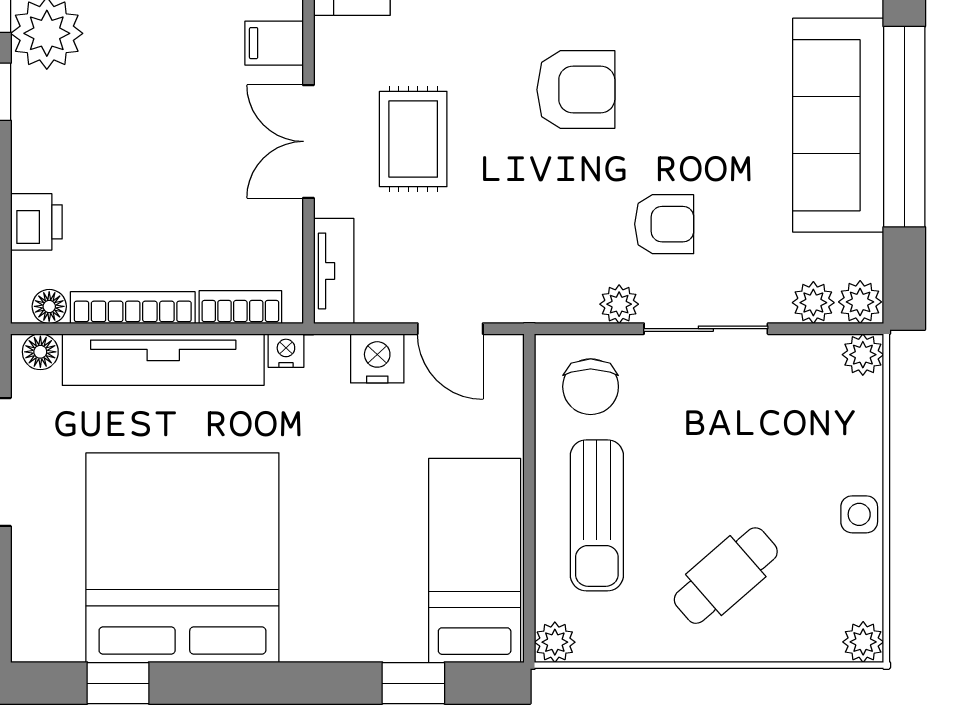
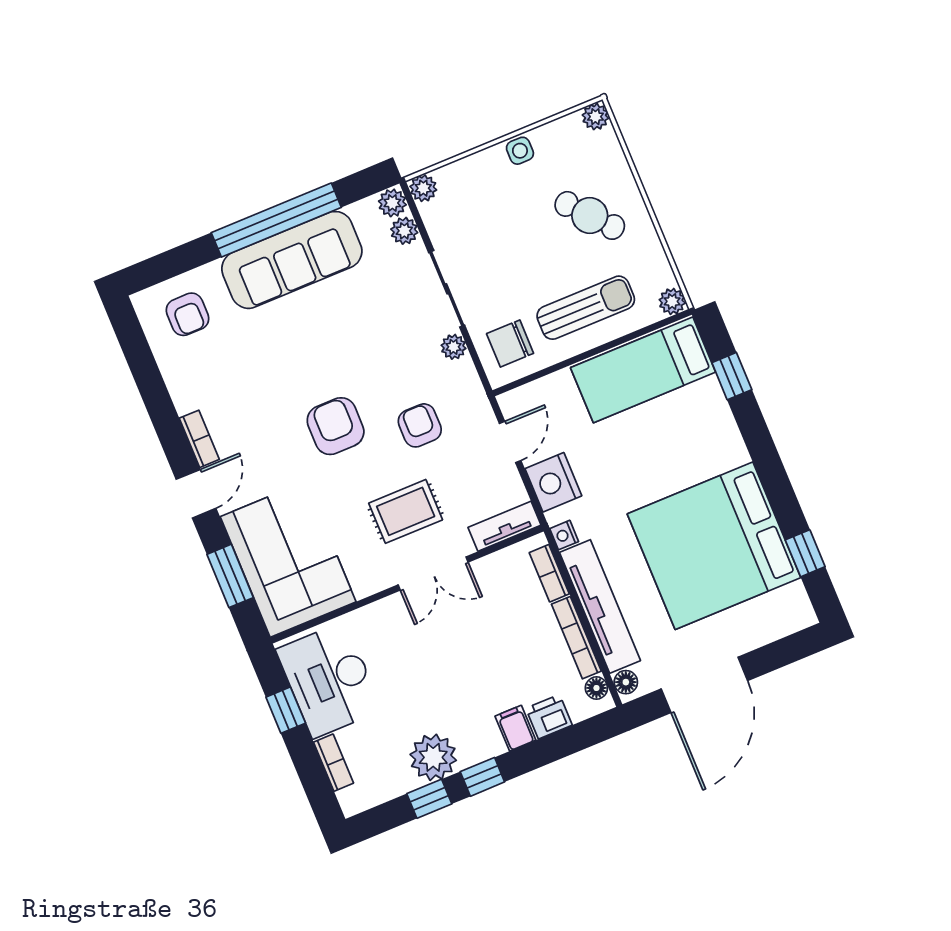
filing cabinet: (274, 43) -> (515, 728), moved, turned 180
armchair: (664, 224) -> (420, 425), moved
nightstand: (377, 358) -> (553, 482), width x1.36, depth x1.33
chair: (591, 387) -> (510, 343), turned 180

